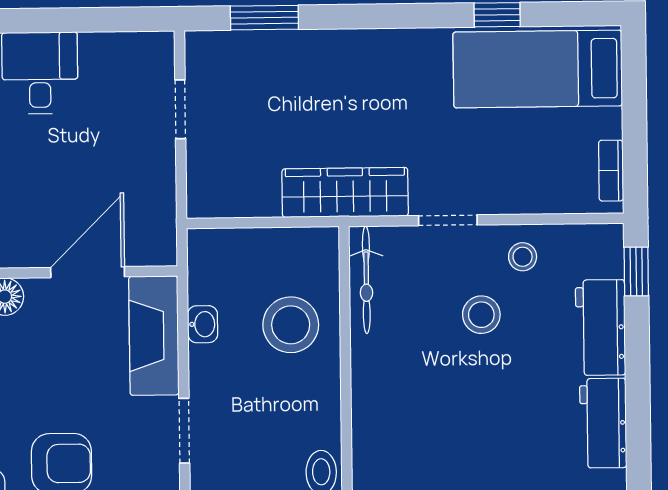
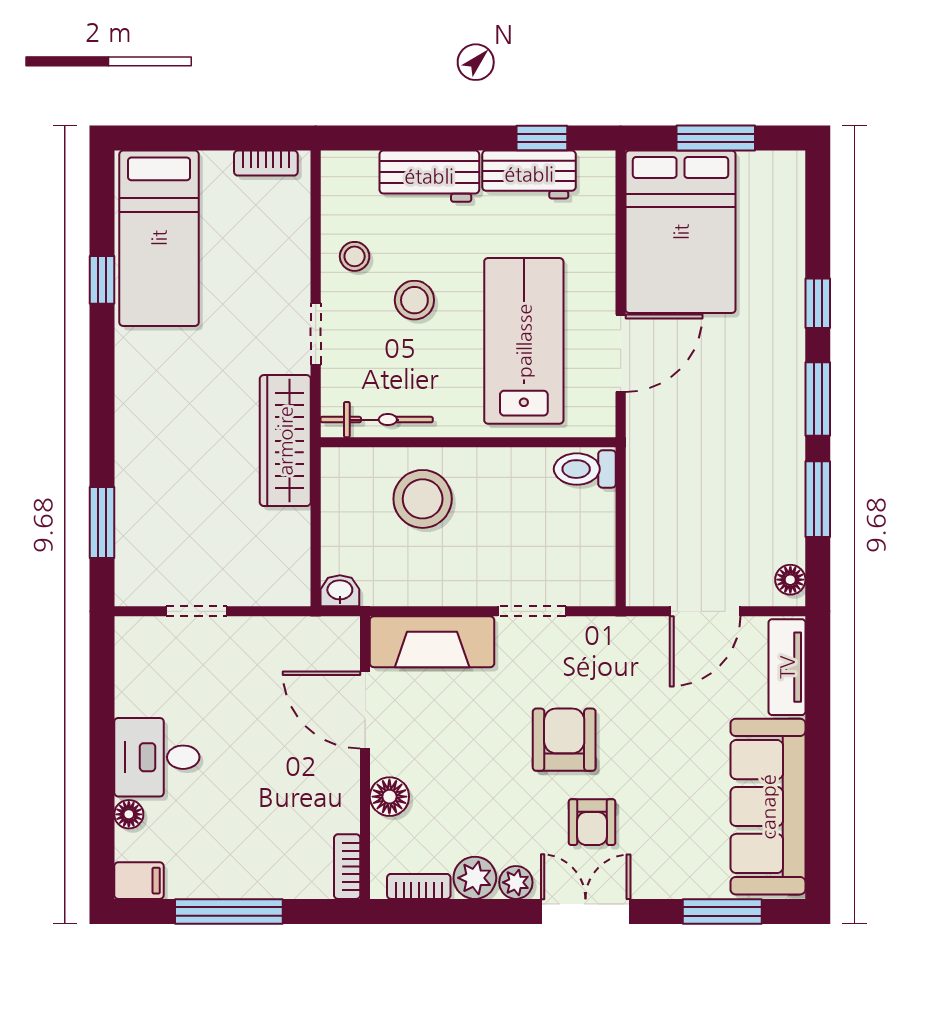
window: (636, 271) -> (542, 138), moved
washbasin: (203, 324) -> (340, 591), moved
lab bench: (444, 420) -> (524, 341), added

